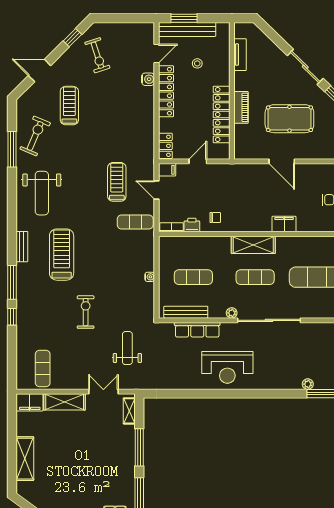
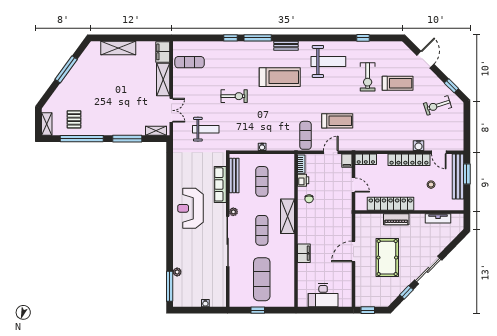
exercise bike: (35, 136) -> (368, 77), moved, turned 67
window: (12, 149) -> (363, 38), width x0.46
weight bench: (42, 193) -> (328, 61), turned 180
shelving: (253, 245) -> (287, 216), moved

